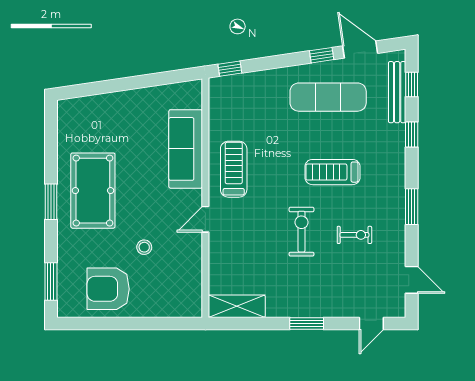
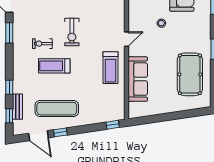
bench: (397, 92) -> (17, 107), width x0.73
treadmill: (332, 172) -> (54, 66), turned 180
pool table: (93, 191) -> (190, 74), moved
window: (412, 207) -> (9, 33), moved
exercise bike: (354, 235) -> (42, 44), moved

